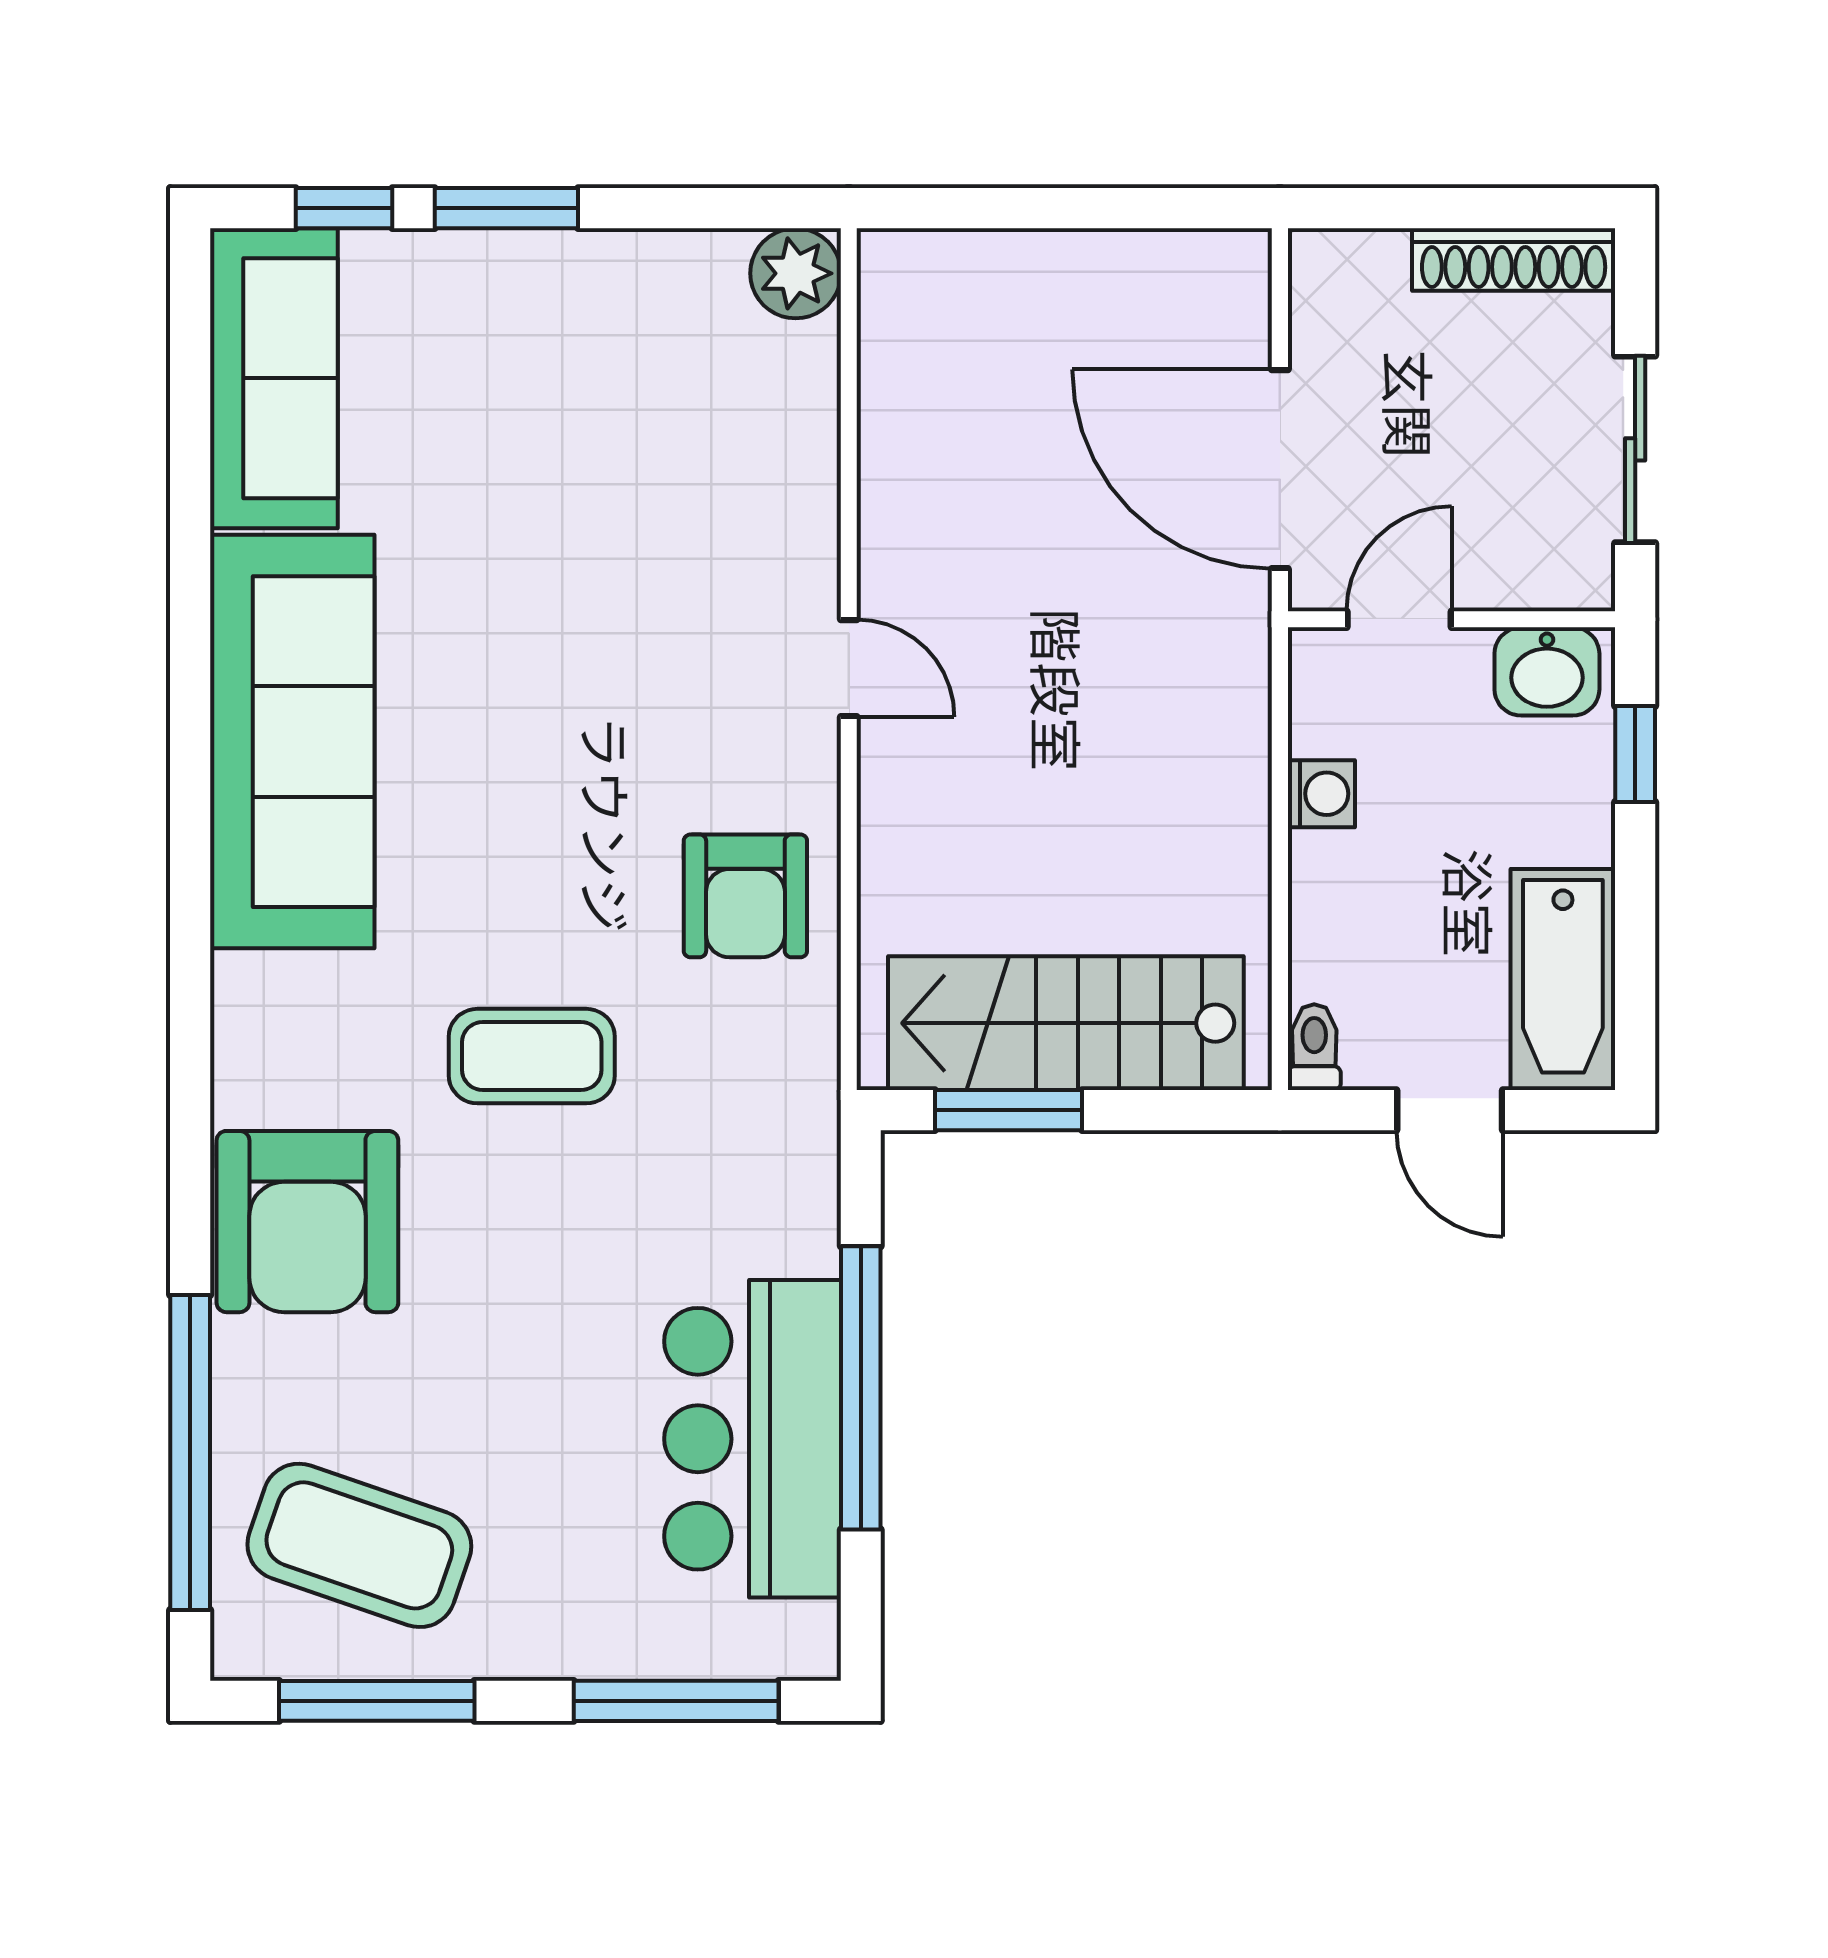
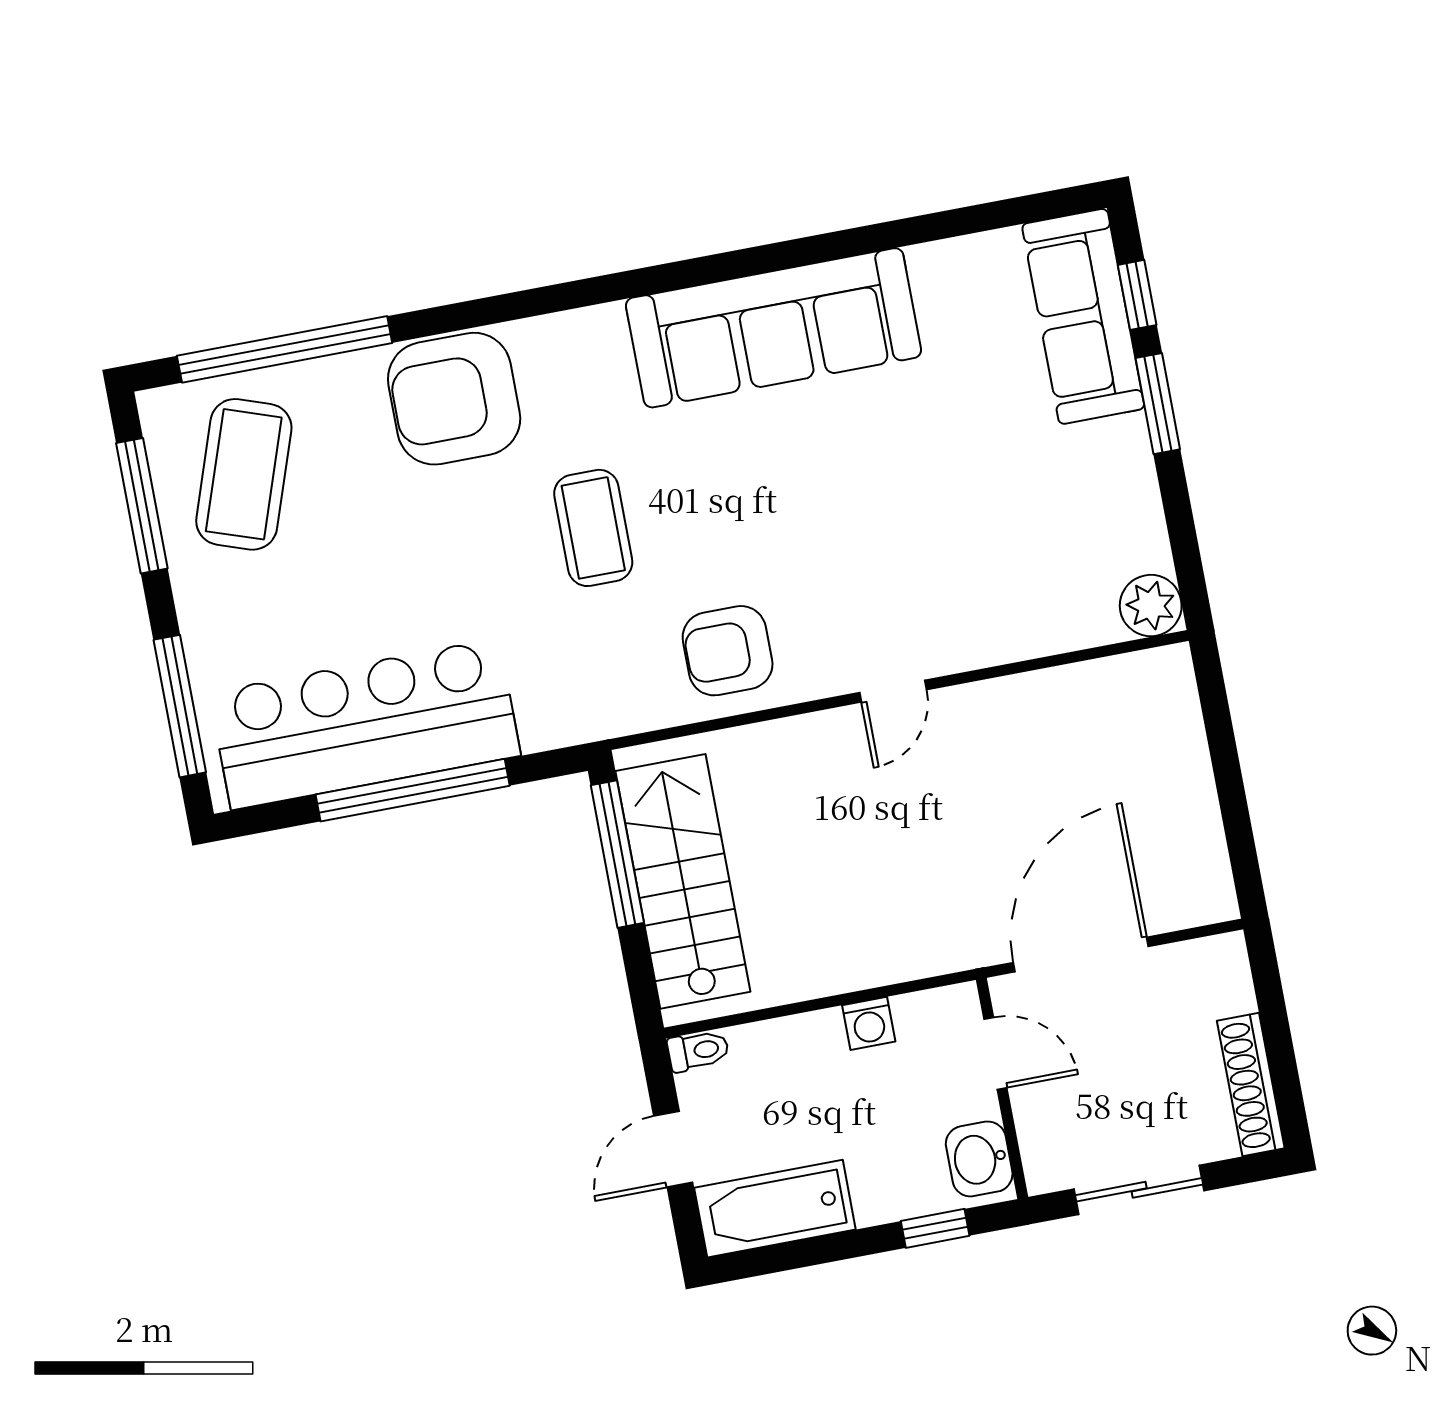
sofa: (274, 378) -> (1083, 316), moved, turned 90
window: (1009, 1110) -> (617, 854), width x1.44
bar counter: (753, 1439) -> (365, 724), width x1.36

